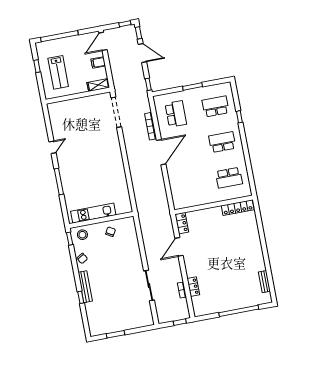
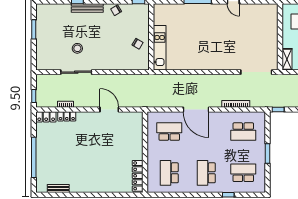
school desk: (216, 106) -> (243, 173), turned -90
school desk: (222, 142) -> (206, 173), turned 180
door: (161, 152) -> (196, 110), moved
school desk: (189, 185) -> (169, 132), added
kitchen unit: (93, 213) -> (160, 48), moved
locker: (182, 223) -> (46, 117), moved
stool: (82, 235) -> (77, 48), moved

